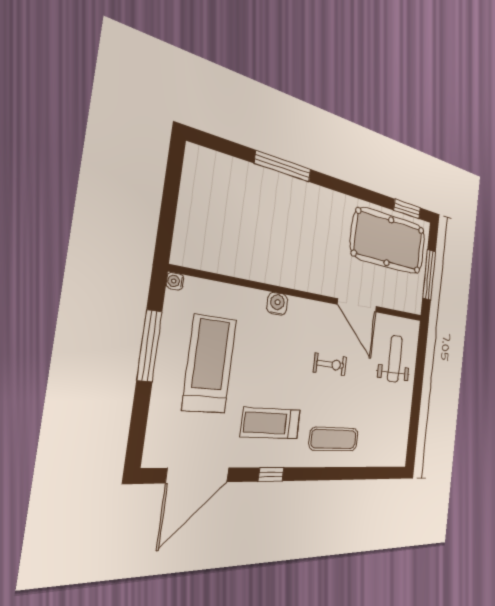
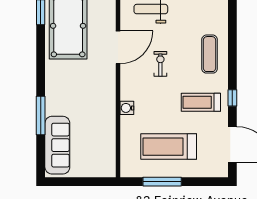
sofa: (236, 178) -> (57, 145), added
water cooler: (175, 281) -> (125, 173), removed
treadmill: (271, 423) -> (201, 102), turned 90

